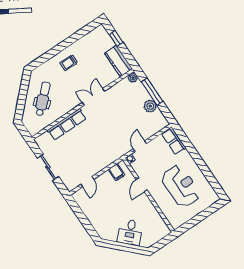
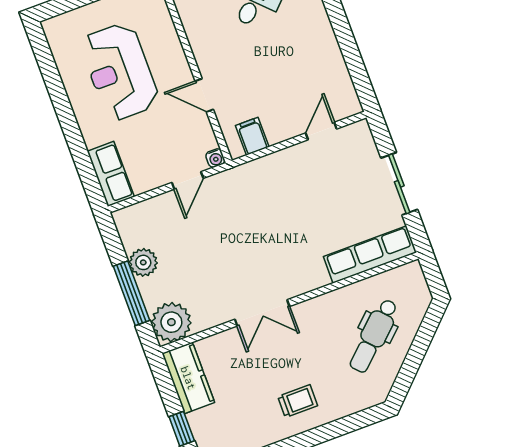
plant: (133, 78) -> (171, 322), width x1.87, depth x1.87
row of seats: (67, 124) -> (370, 254), moved
door: (142, 185) -> (204, 95), swing flipped

